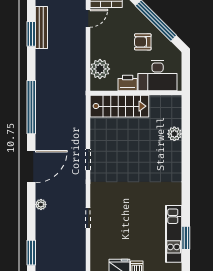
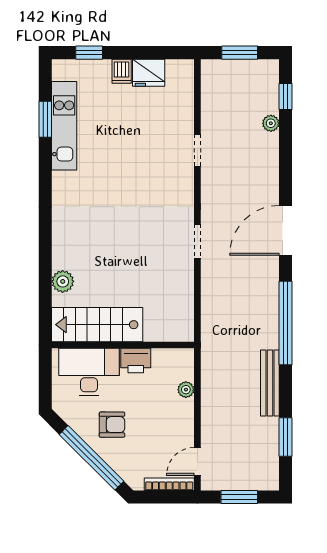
bench: (41, 27) -> (270, 383), moved
plant: (100, 69) -> (186, 390), width x0.53, depth x0.53
stairs: (119, 106) -> (97, 325), moved
plant: (41, 204) -> (271, 123), moved
window: (31, 253) -> (286, 96), width x0.67

